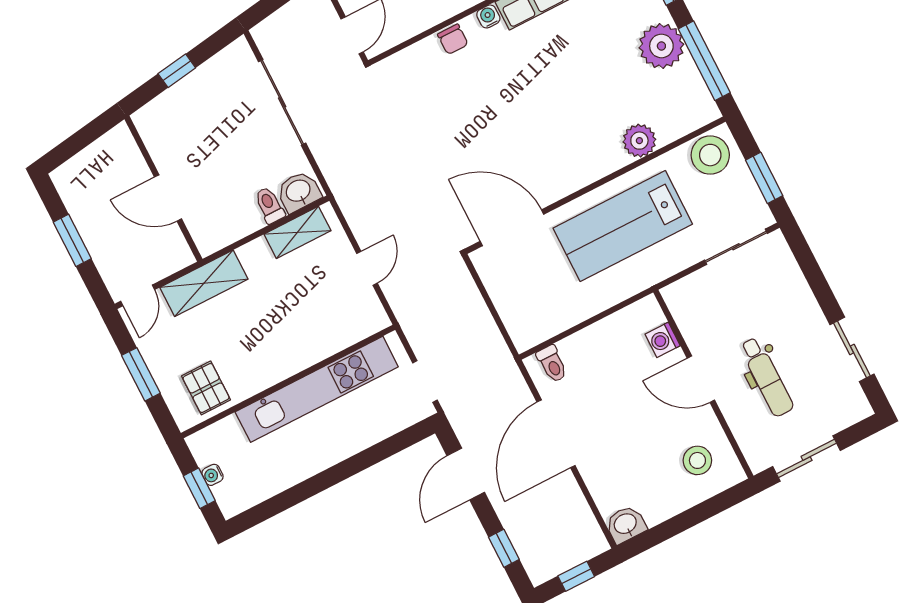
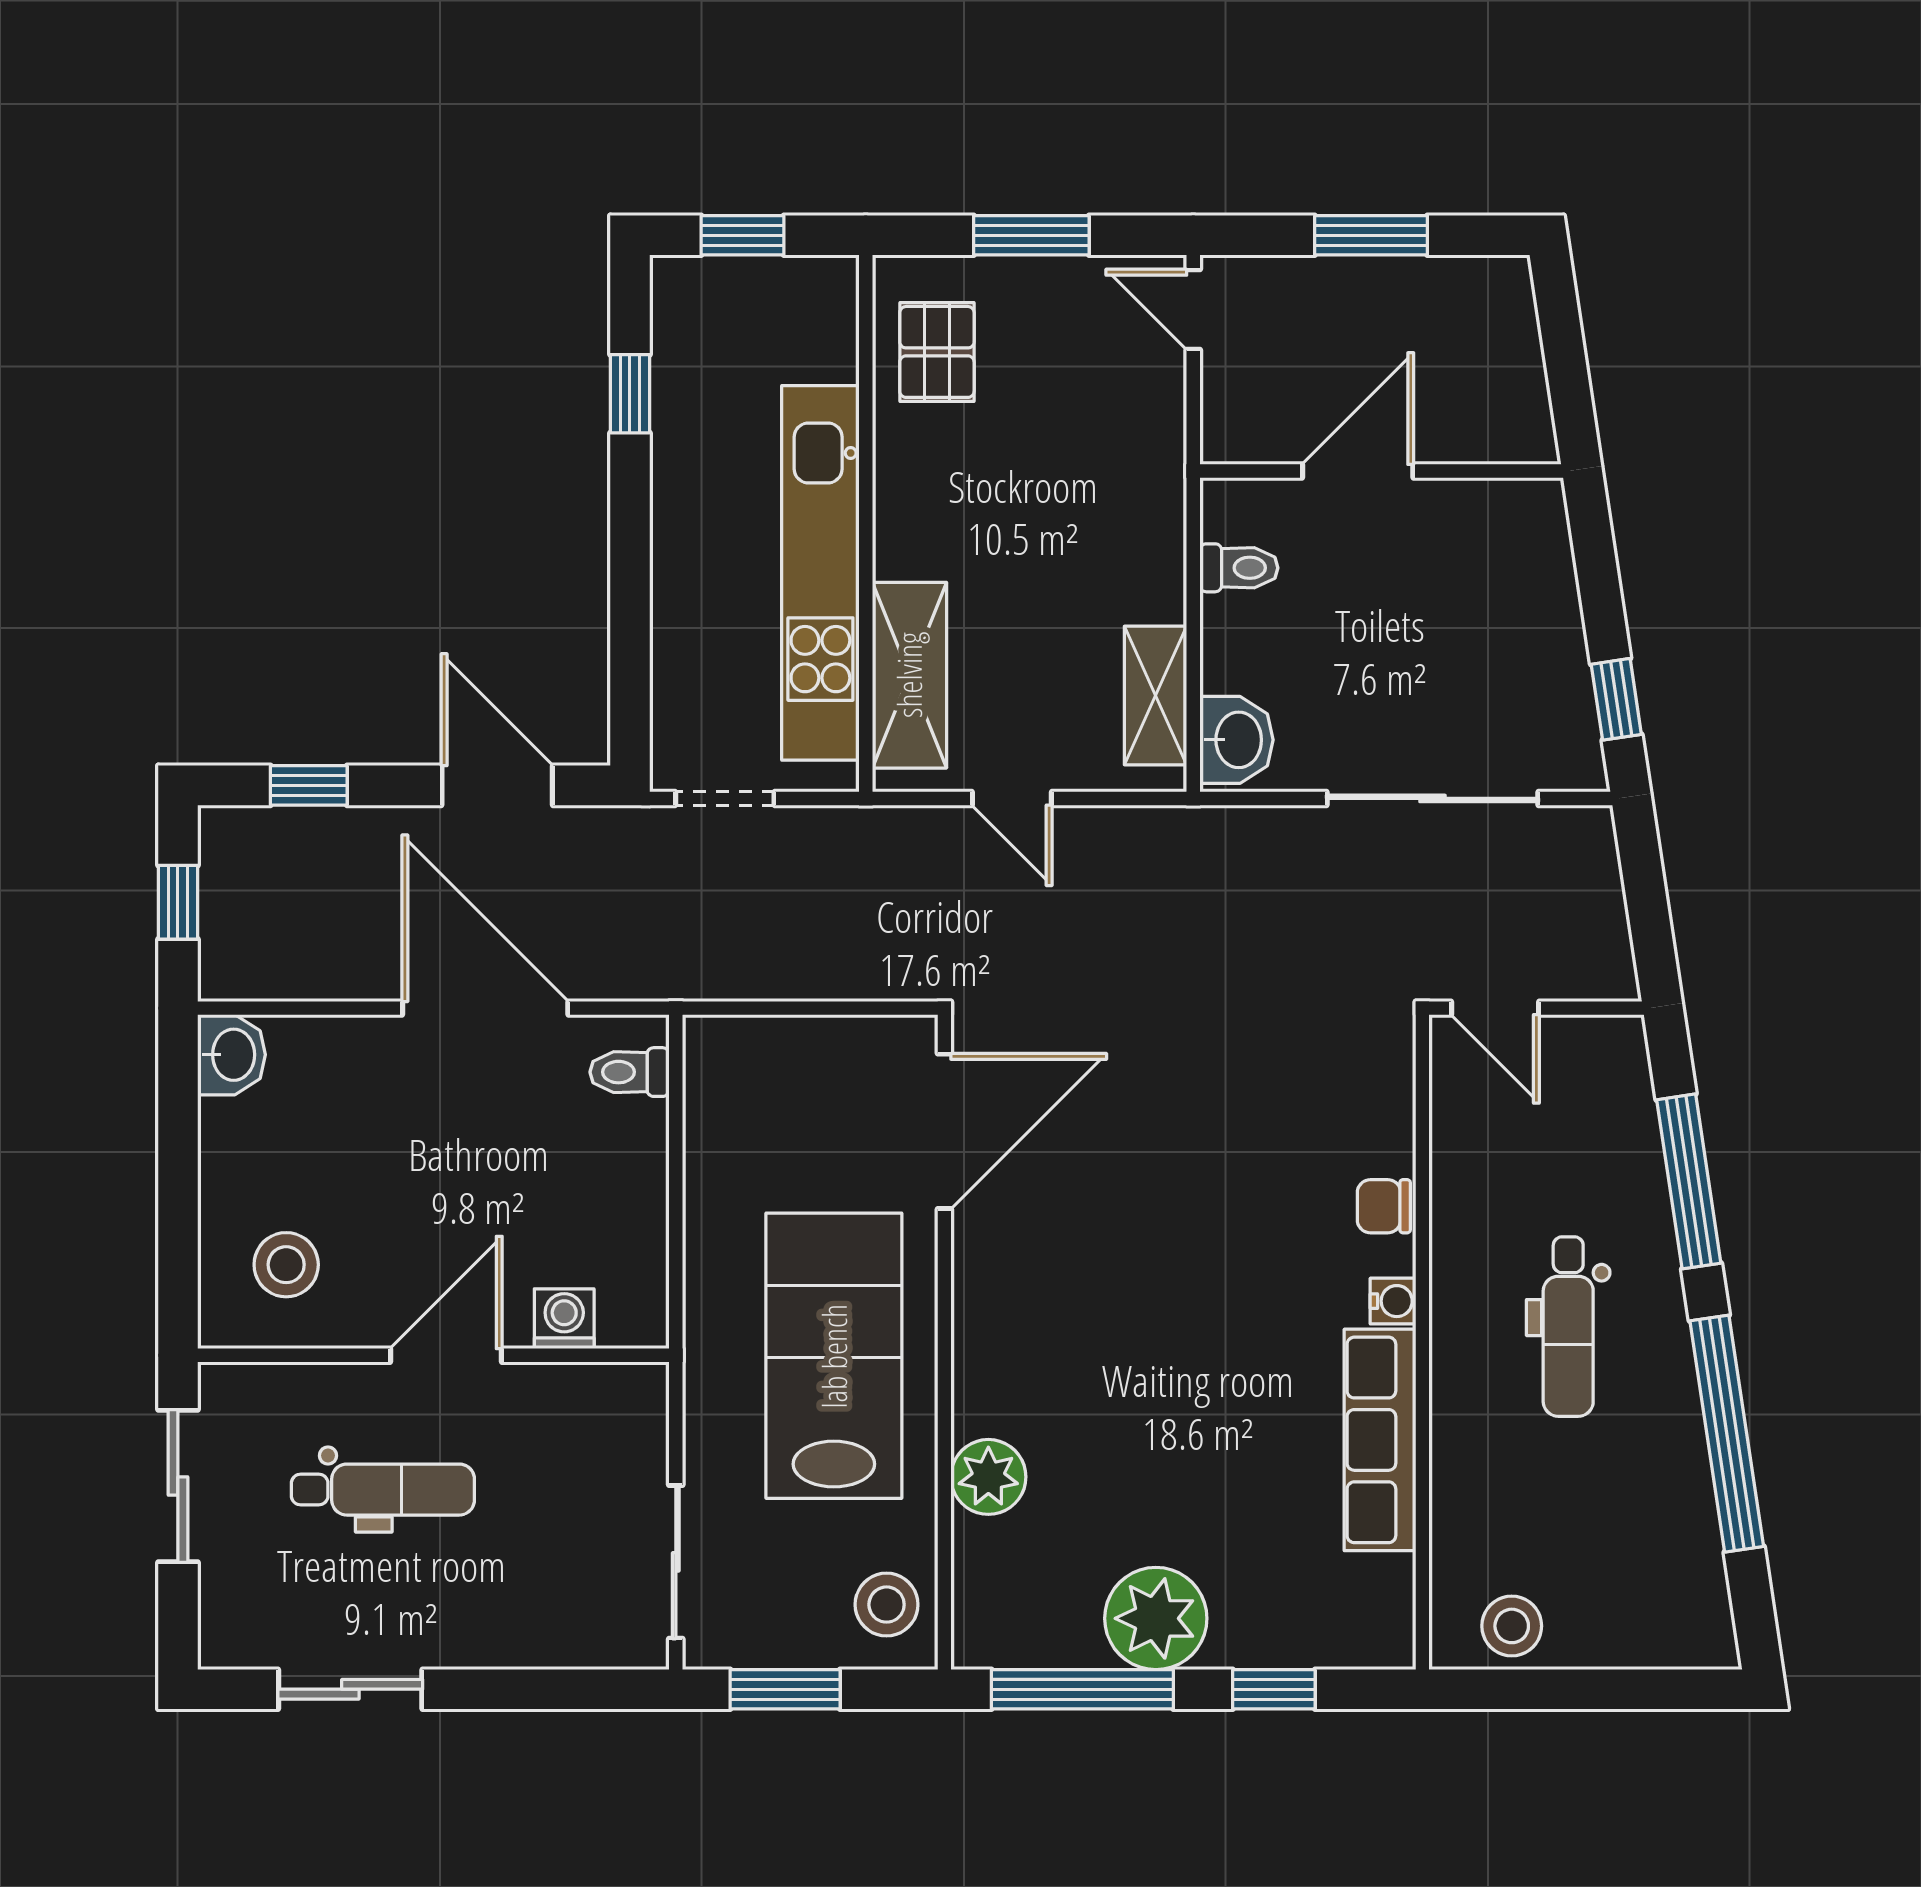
window: (177, 71) -> (1616, 699), moved
stool: (710, 155) -> (887, 1605), width x0.73, depth x0.73
toilet: (269, 205) -> (1239, 568), moved
shelving: (204, 283) -> (909, 675), moved
dental chair: (767, 377) -> (383, 1490), turned 180
pallet: (206, 388) -> (937, 352), turned 90
water cooler: (213, 475) -> (756, 276), removed
window: (284, 501) -> (630, 394), added

